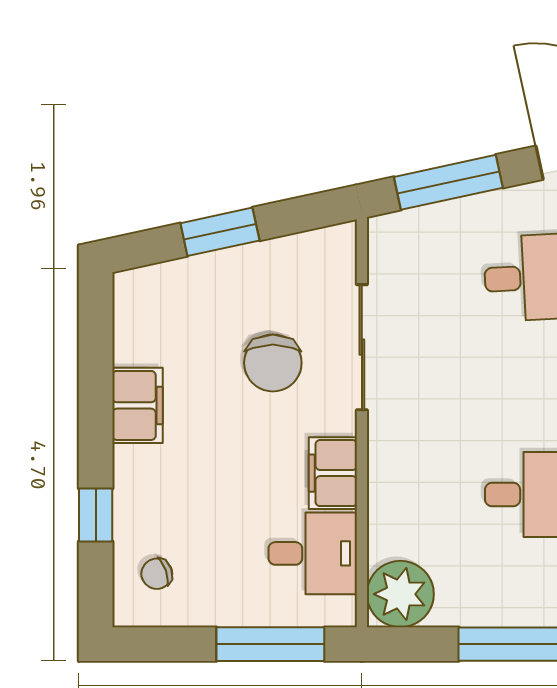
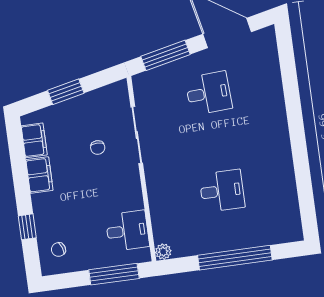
chair: (273, 363) -> (98, 148), width x0.54, depth x0.54
filing cabinet: (333, 473) -> (34, 140), moved, turned 180
plant: (400, 594) -> (163, 252), width x0.53, depth x0.53

